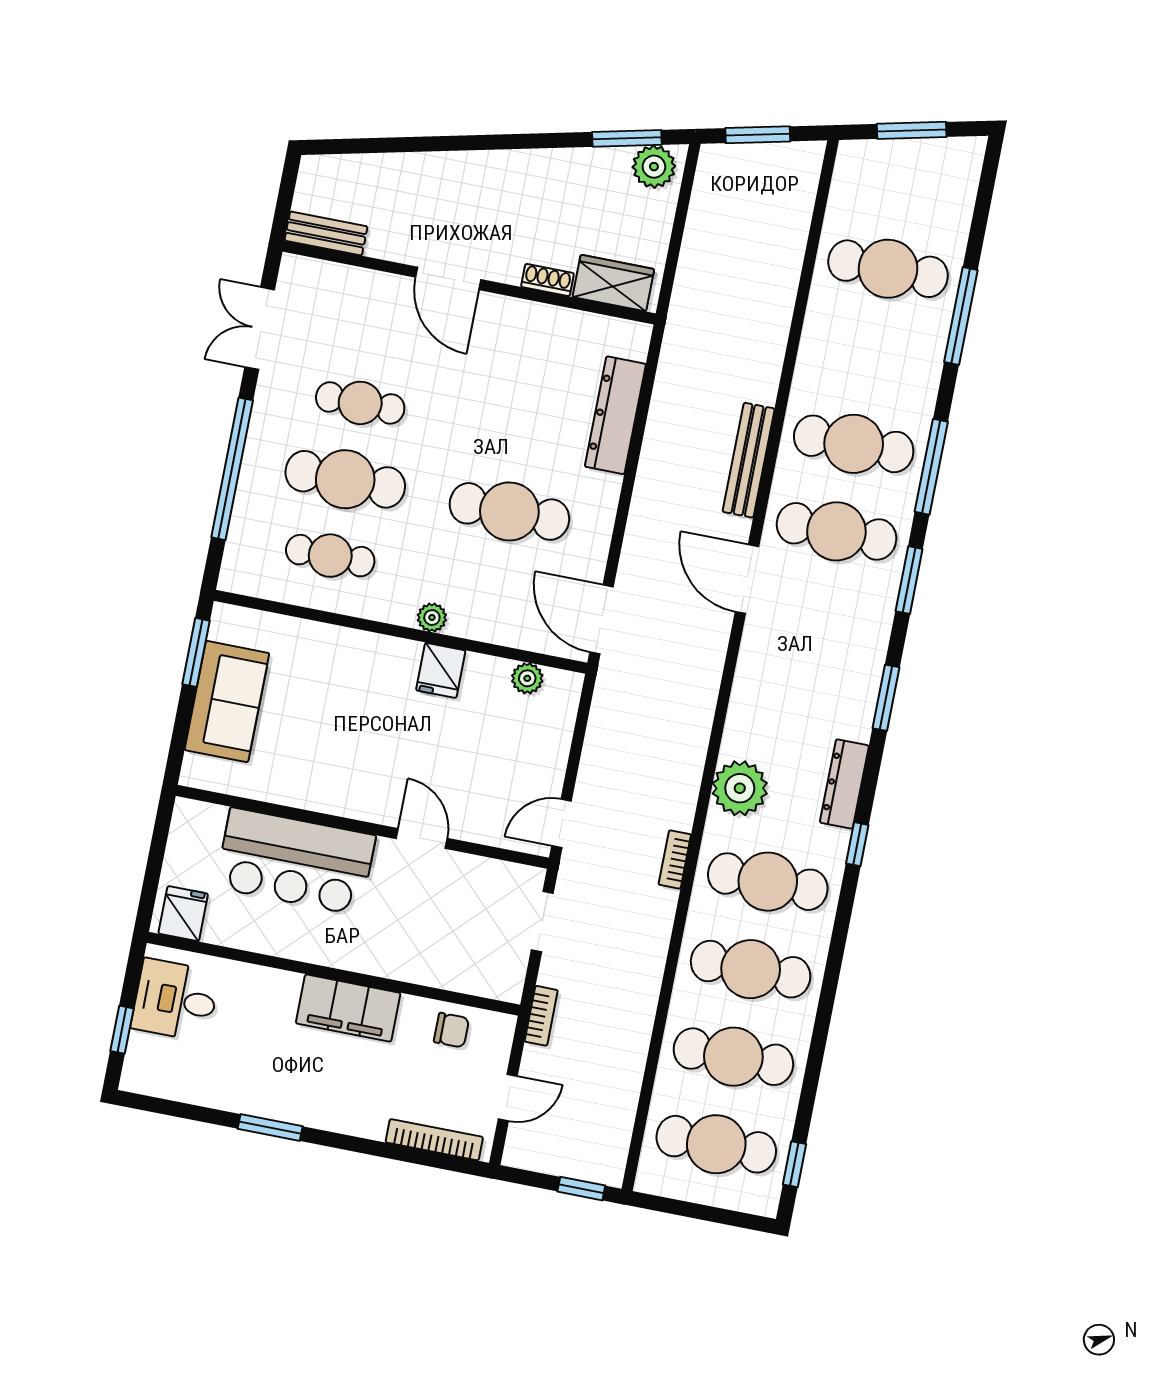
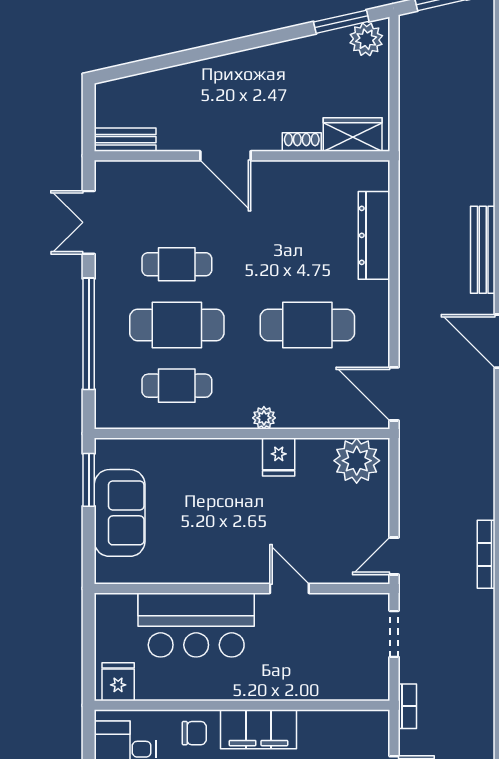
plant: (527, 678) -> (357, 461), width x1.87, depth x1.87
bookcase: (675, 859) -> (486, 554), width x1.56
chair: (451, 1030) -> (194, 733), moved

